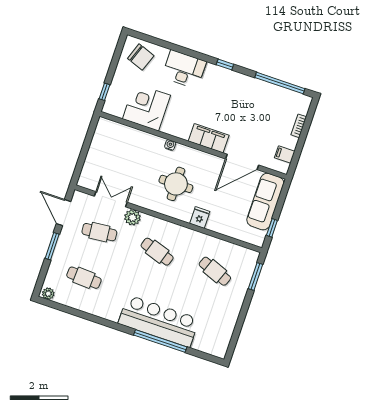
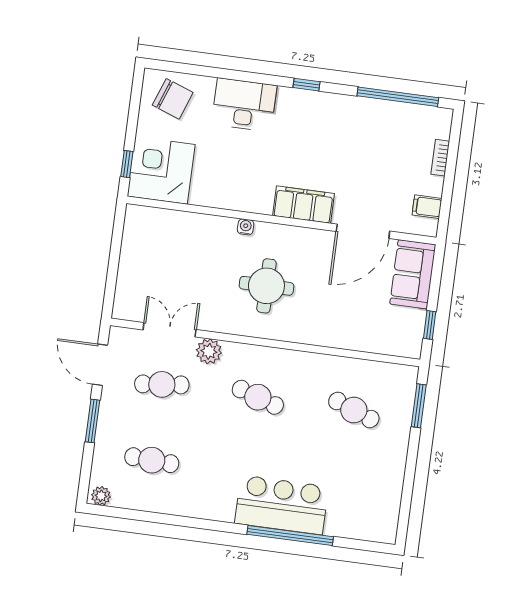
corner desk: (146, 107) -> (161, 170), moved
sofa: (265, 202) -> (413, 274), width x0.73
fridge: (200, 217) -> (314, 331), removed
bar counter: (159, 321) -> (282, 505), width x0.73

